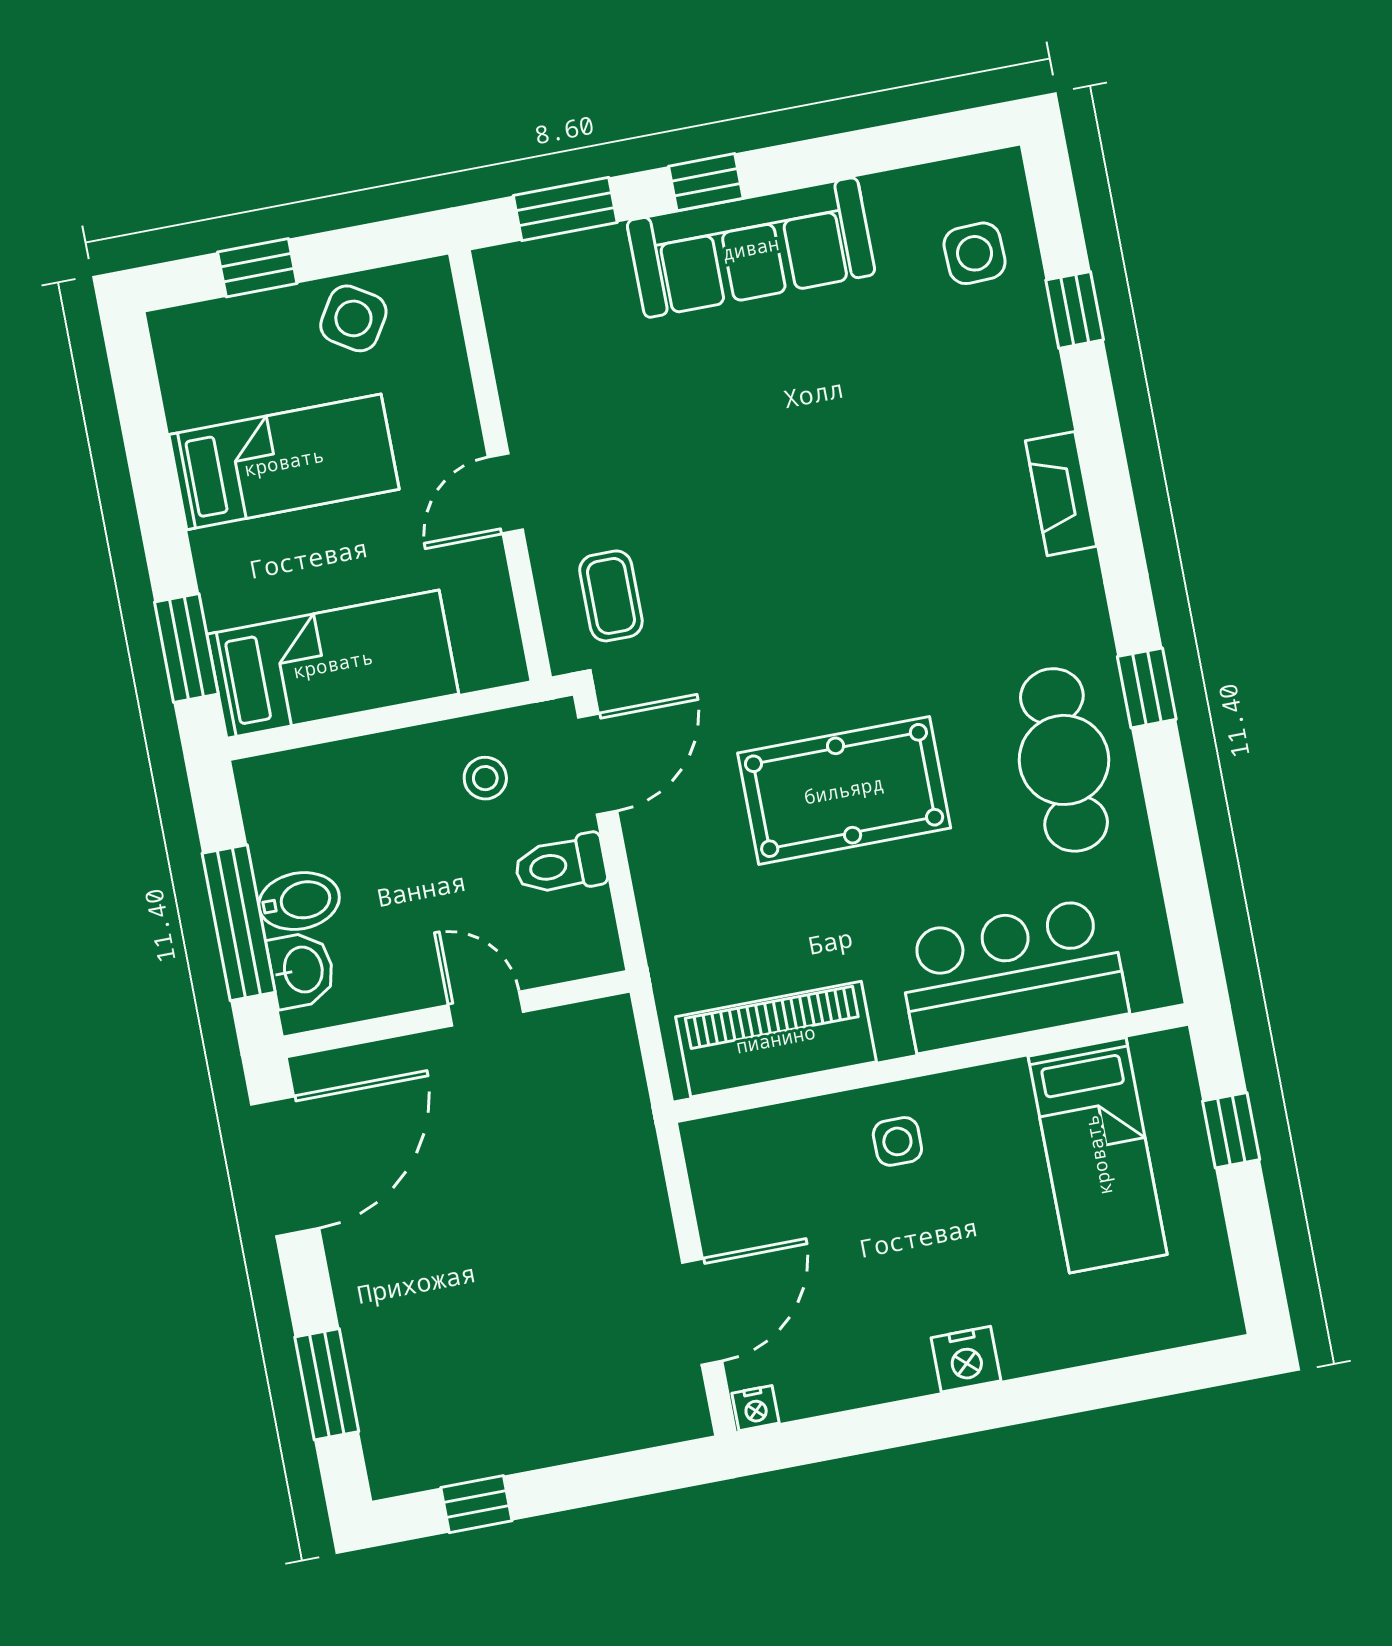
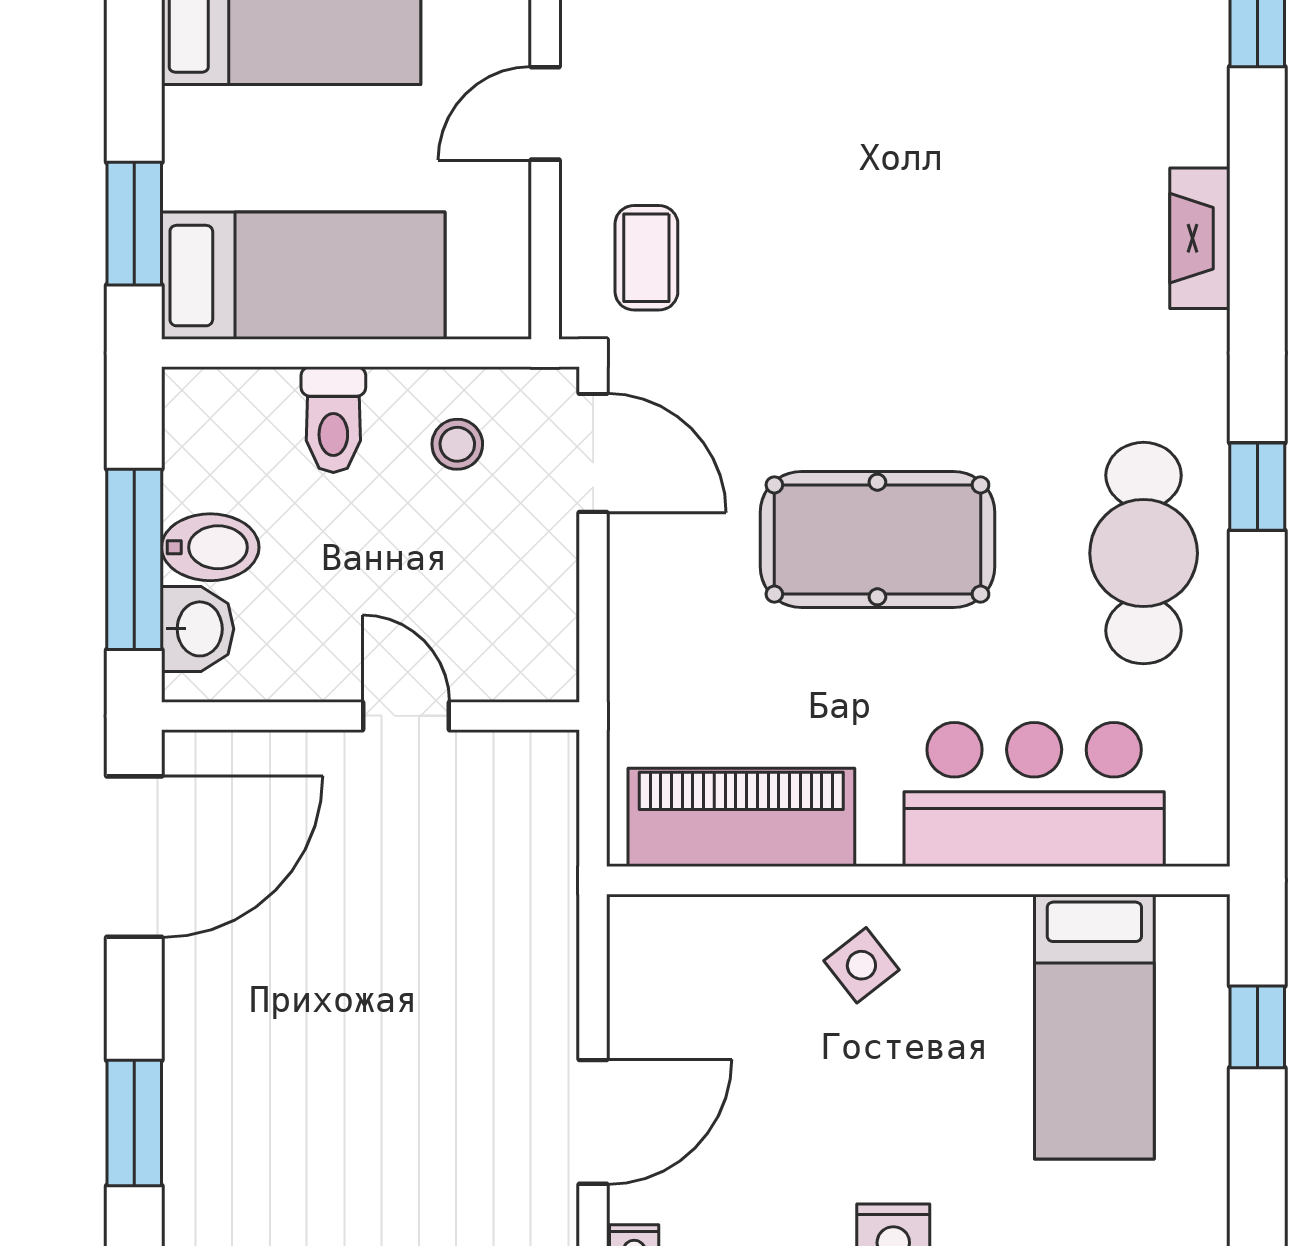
door: (598, 764) -> (593, 453), hinge flipped
toilet: (560, 865) -> (333, 420), moved, turned -90
side table: (897, 1141) -> (861, 965), turned -38

